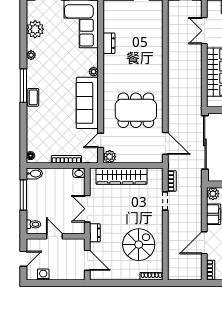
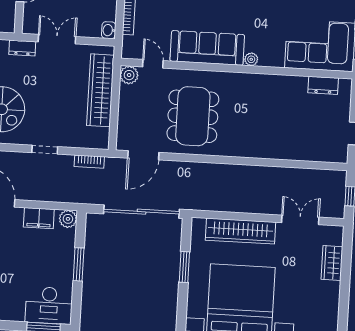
dresser: (109, 43) -> (323, 85), moved
doorway: (165, 201) -> (45, 150), moved

